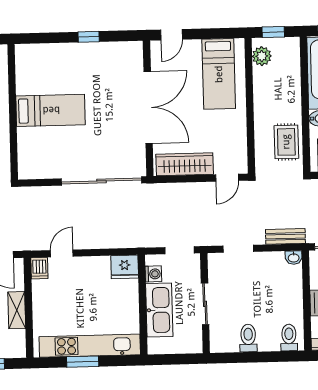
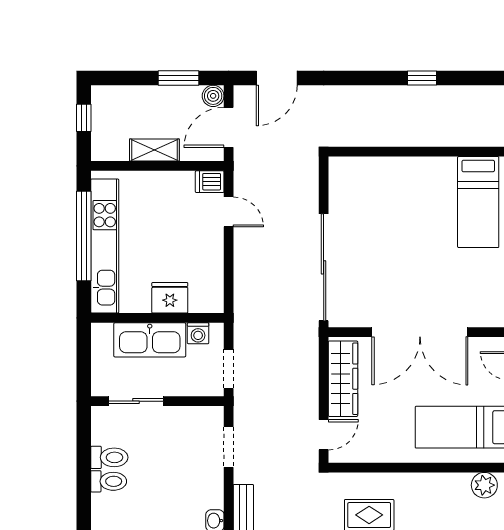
bed: (51, 110) -> (478, 202), moved
door: (227, 178) -> (324, 435), swing flipped
fridge: (125, 267) -> (170, 298), moved, turned 90
sliding door: (205, 304) -> (136, 401), moved
toilet: (289, 337) -> (109, 481), moved
window: (83, 362) -> (84, 236), width x2.11

